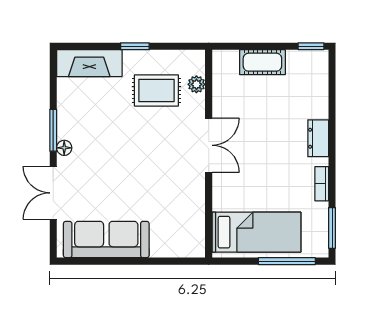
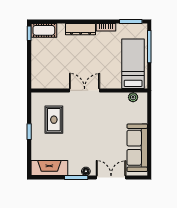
cot: (262, 62) -> (44, 30), moved, turned 90
fireplace: (89, 63) -> (49, 168), moved, turned -90
plant: (196, 84) -> (133, 97), moved
dresser: (318, 138) -> (81, 29), width x1.44
double door: (53, 193) -> (111, 177), swing flipped

